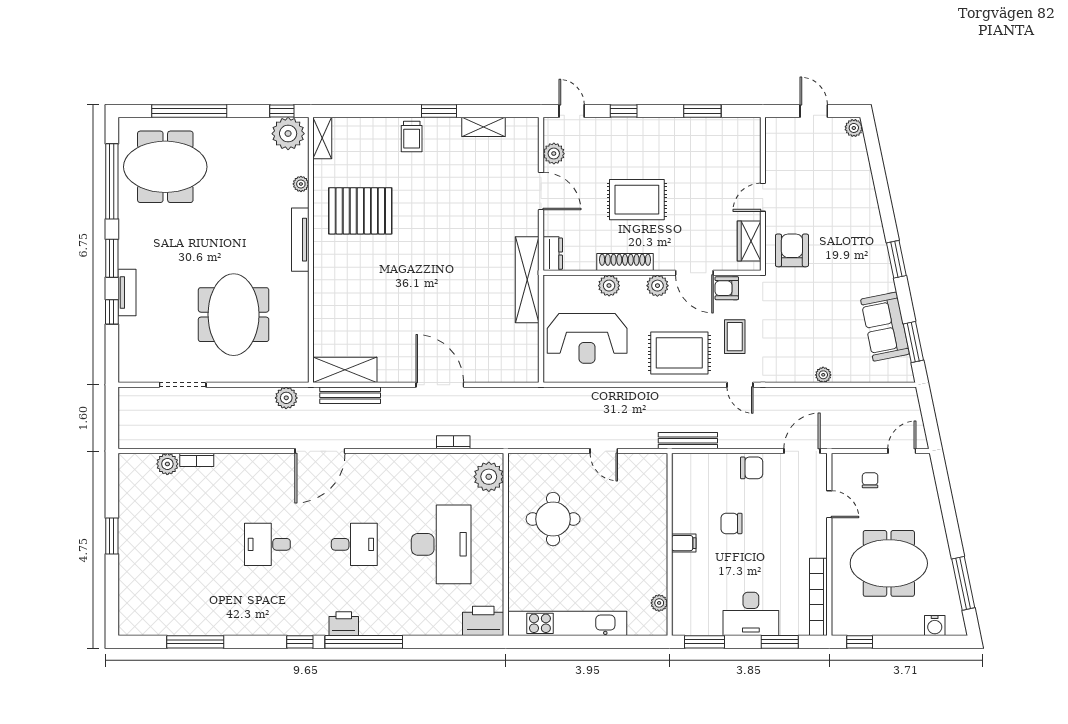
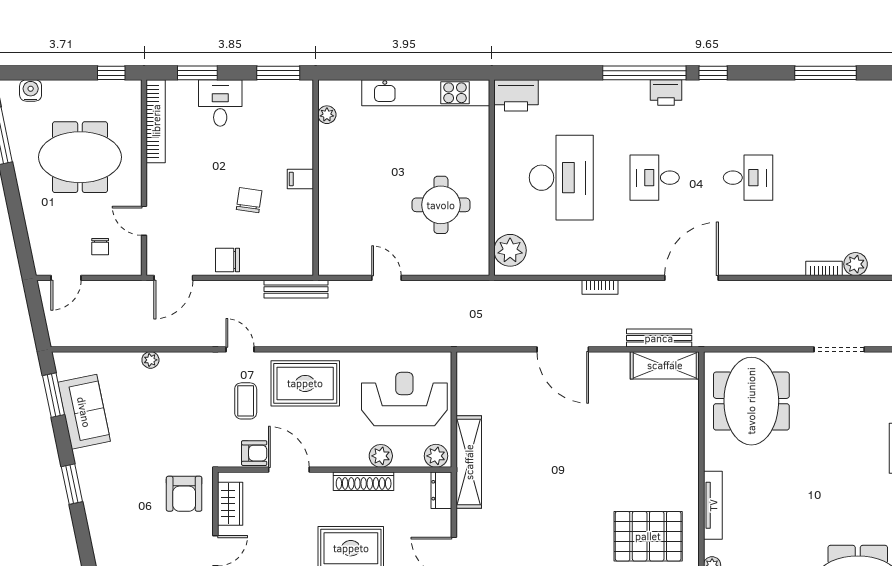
plant: (657, 286) -> (436, 456), moved
meeting table: (234, 315) -> (751, 401), moved
plant: (286, 398) -> (728, 335), removed
bookcase: (453, 442) -> (600, 287), moved
chair: (731, 523) -> (249, 200), turned -82
desk: (441, 544) -> (561, 178), turned 180
desk: (751, 614) -> (220, 103), width x0.73

